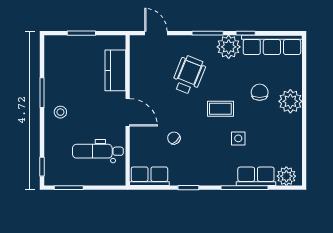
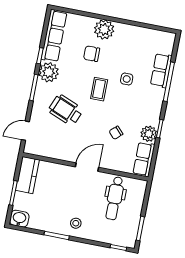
washbasin: (53, 46) -> (19, 219), added
kitchen counter: (115, 70) -> (27, 175), moved, turned -90
plant: (286, 176) -> (149, 134), moved

